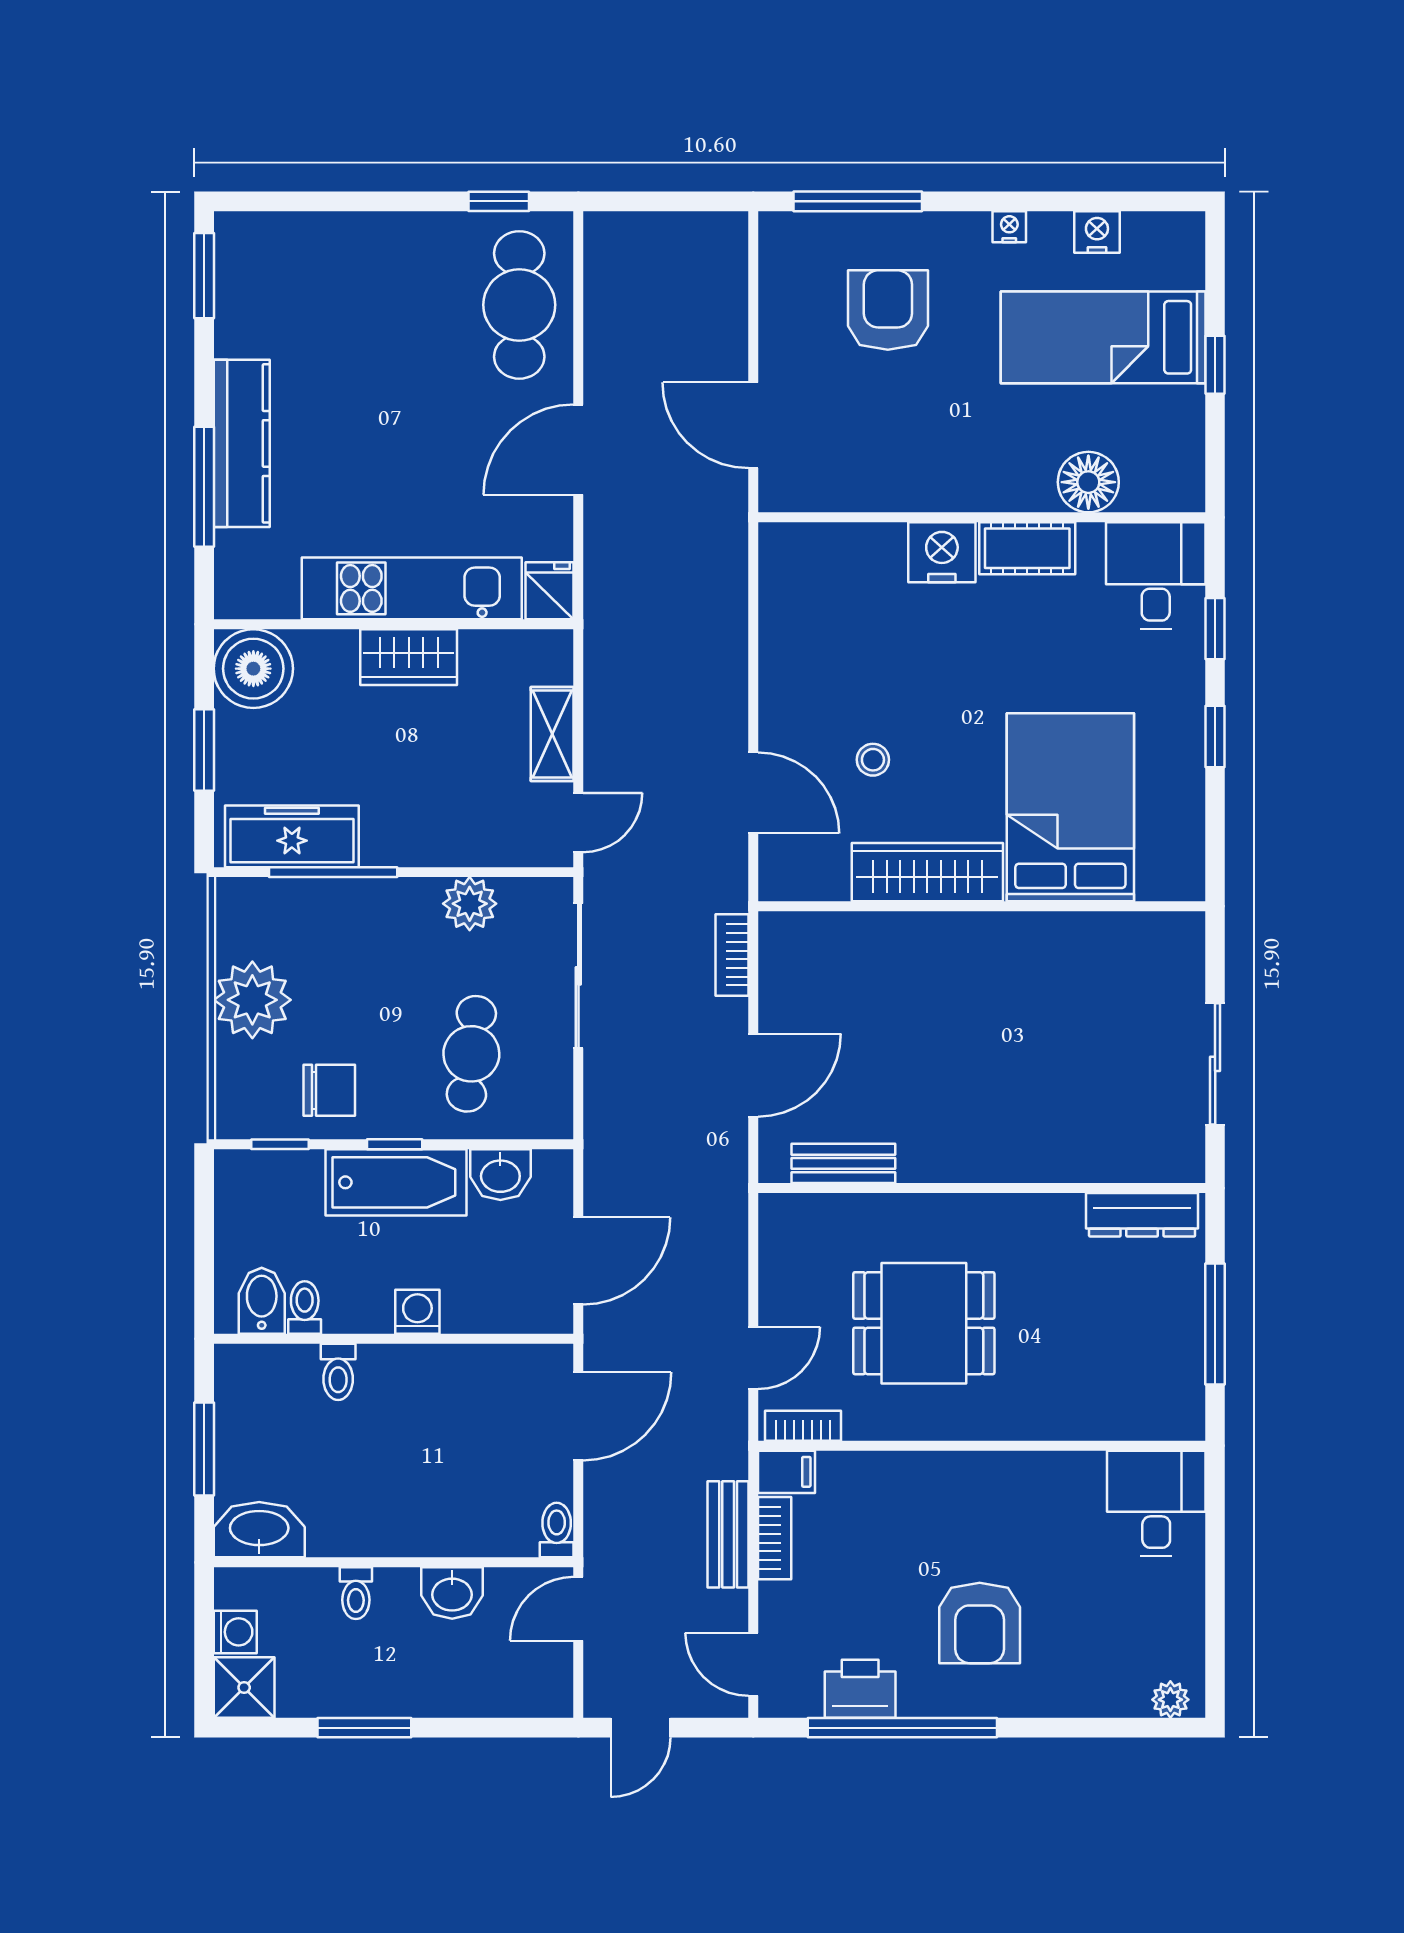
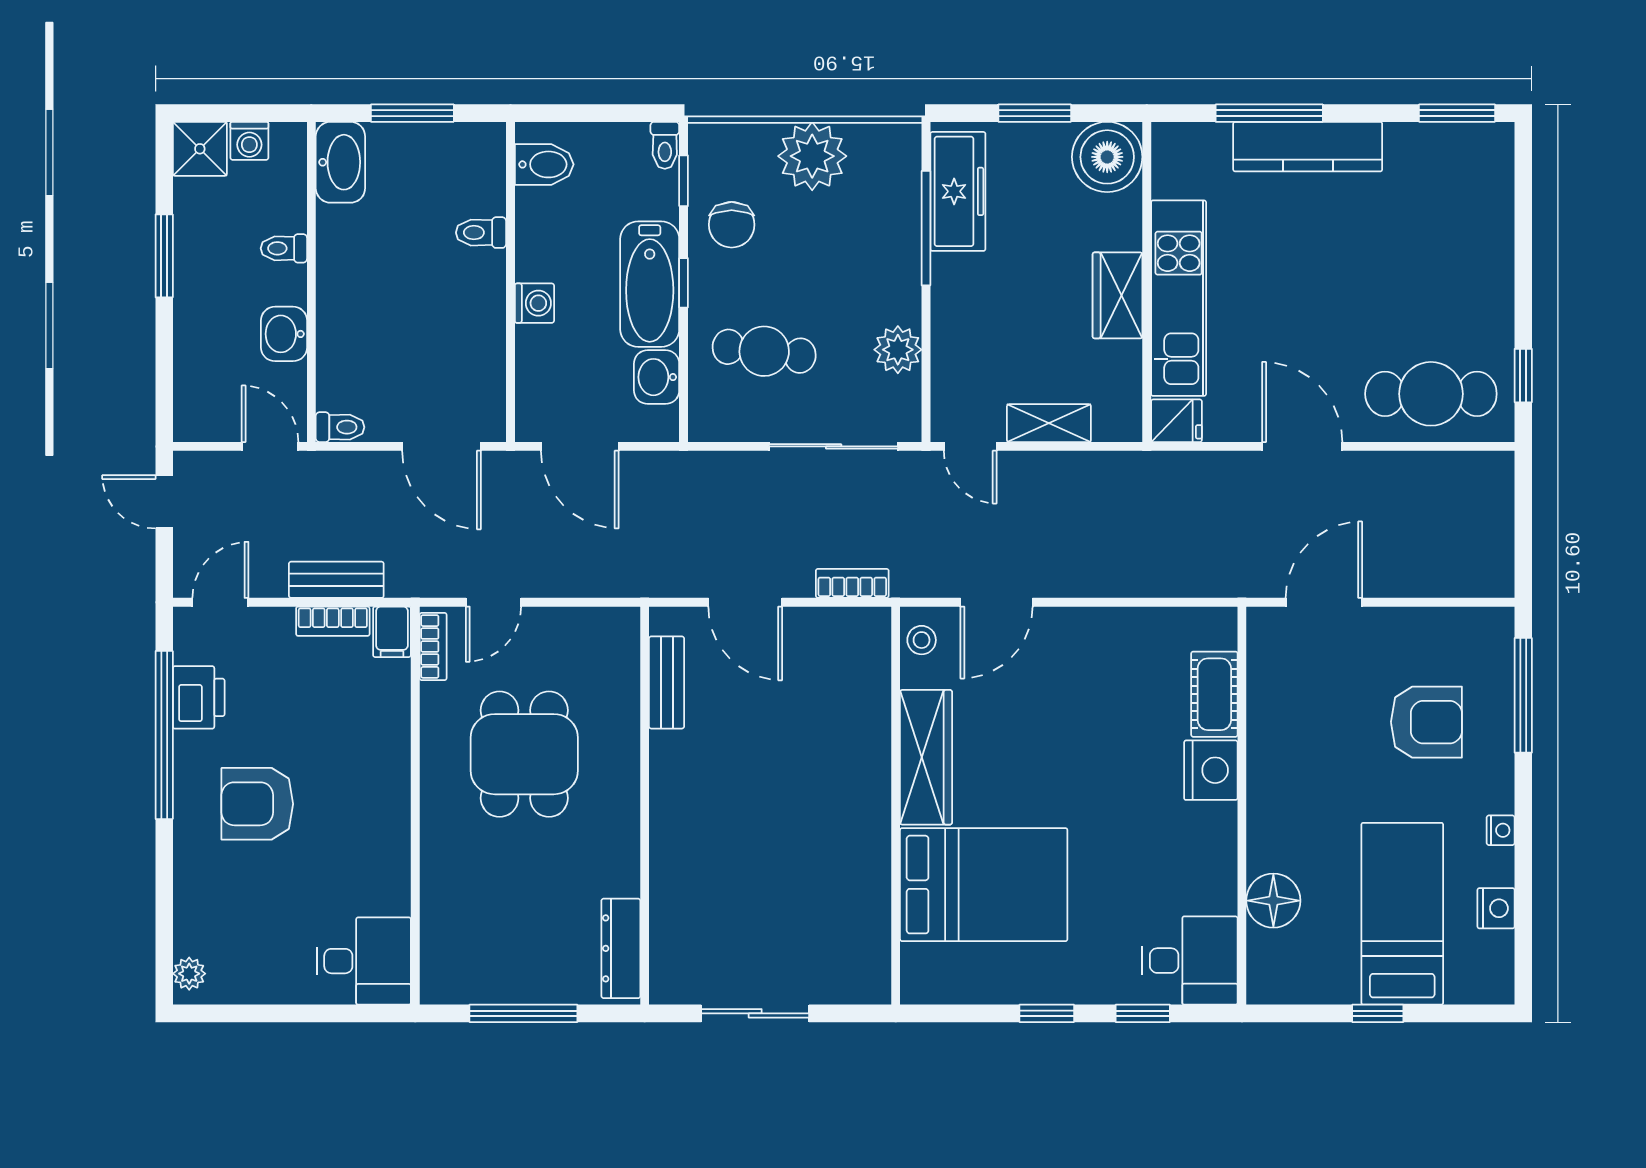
cot: (1027, 548) -> (1214, 694), moved
stool: (873, 760) -> (922, 640), moved
toilet: (305, 1307) -> (665, 145), moved, turned 90
door: (753, 1358) -> (493, 602), hinge flipped

